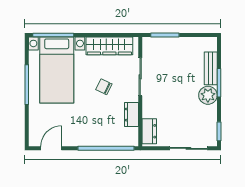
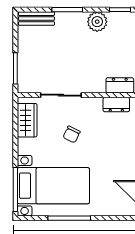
wardrobe: (109, 46) -> (27, 120), width x0.67
bench: (211, 68) -> (36, 19), moved
plant: (208, 95) -> (97, 22), moved
dresser: (132, 115) -> (116, 105), moved

